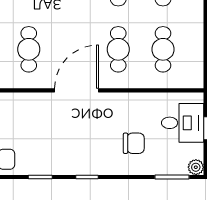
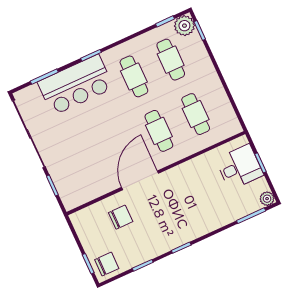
cafe table: (29, 49) -> (85, 165), removed
chair: (134, 143) -> (121, 217), moved

